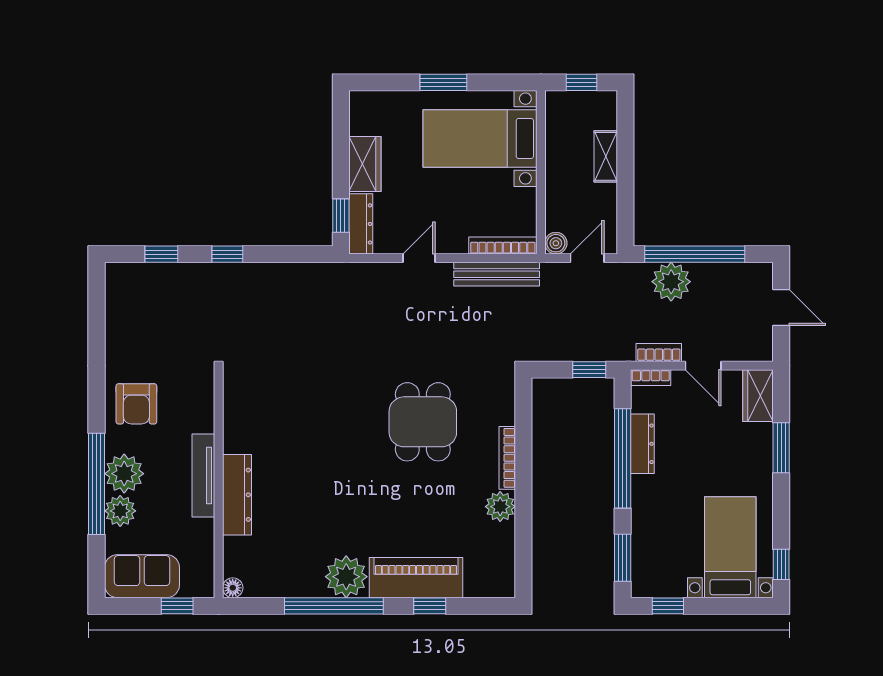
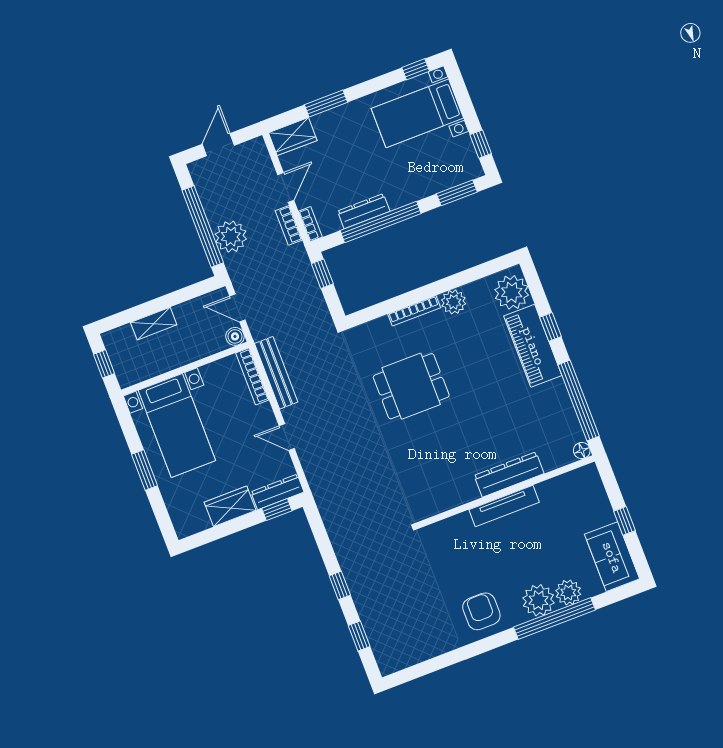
armchair: (136, 404) -> (481, 611), turned -90
tv unit: (203, 475) -> (504, 506), moved
wall: (219, 484) -> (506, 492), moved
dresser: (237, 495) -> (509, 474), moved
plant: (346, 577) -> (512, 292), moved
floor lamp: (233, 588) -> (582, 451), moved

